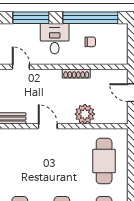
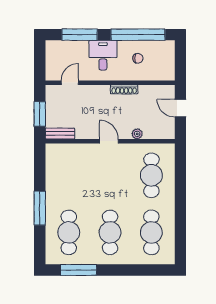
door: (21, 67) -> (70, 83), hinge flipped
plant: (85, 114) -> (137, 134), width x0.53, depth x0.53
door: (48, 126) -> (109, 141), moved

